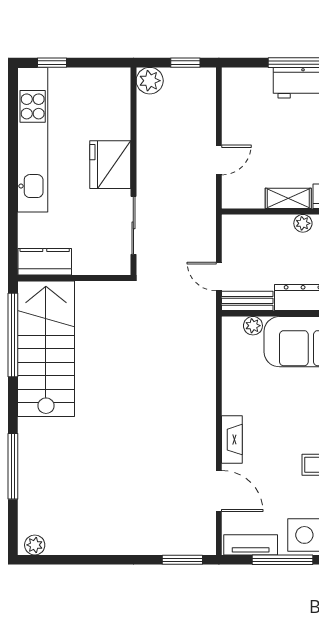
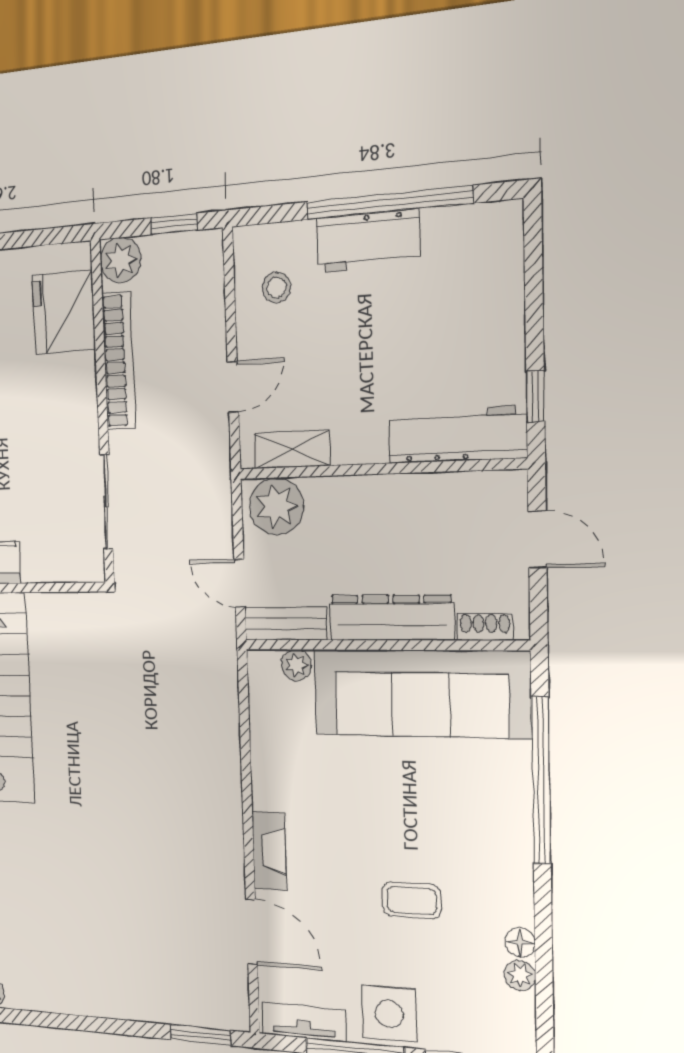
stool: (248, 104) -> (276, 288), added
bookcase: (146, 141) -> (119, 361), added
fridge: (110, 165) -> (64, 312), moved
shelving: (288, 198) -> (292, 450), moved
plant: (303, 223) -> (276, 506), moved, width x1.88, depth x1.88

